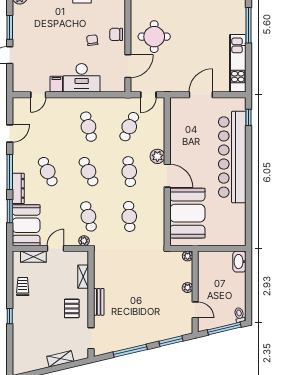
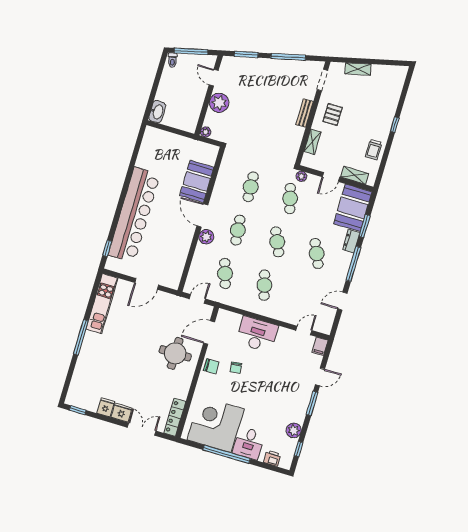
filing cabinet: (56, 84) -> (320, 346), moved
cafe table: (129, 127) -> (225, 274), turned -42
dresser: (18, 188) -> (351, 241), width x0.70
booth: (187, 213) -> (197, 181), width x0.73, depth x0.70
plant: (188, 288) -> (219, 103), width x1.88, depth x1.88

